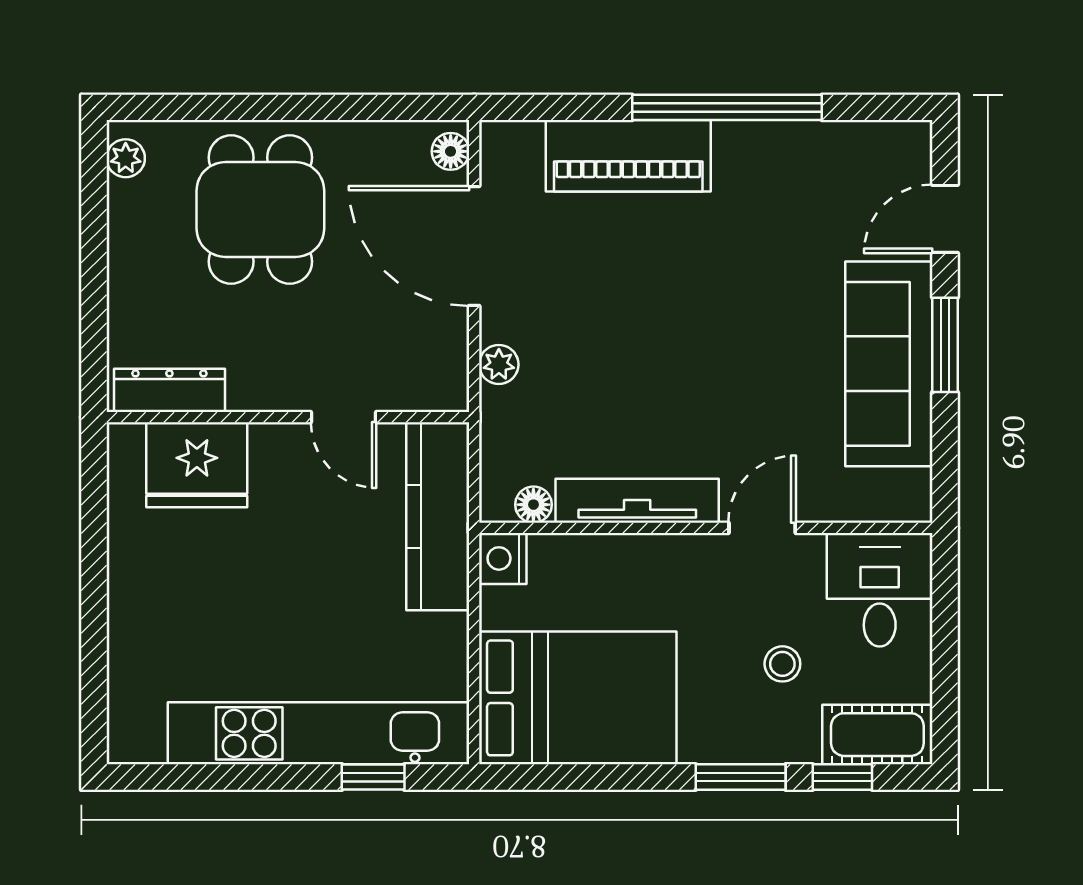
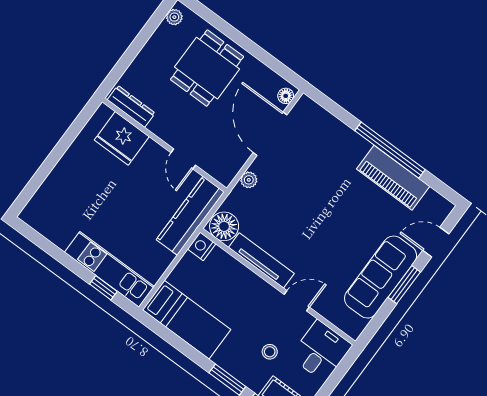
piano: (628, 156) -> (393, 178), moved
floor lamp: (533, 505) -> (224, 226), width x1.89, depth x1.89
bed: (578, 698) -> (187, 320), width x0.67
kitchen unit: (318, 733) -> (109, 269), width x0.73

